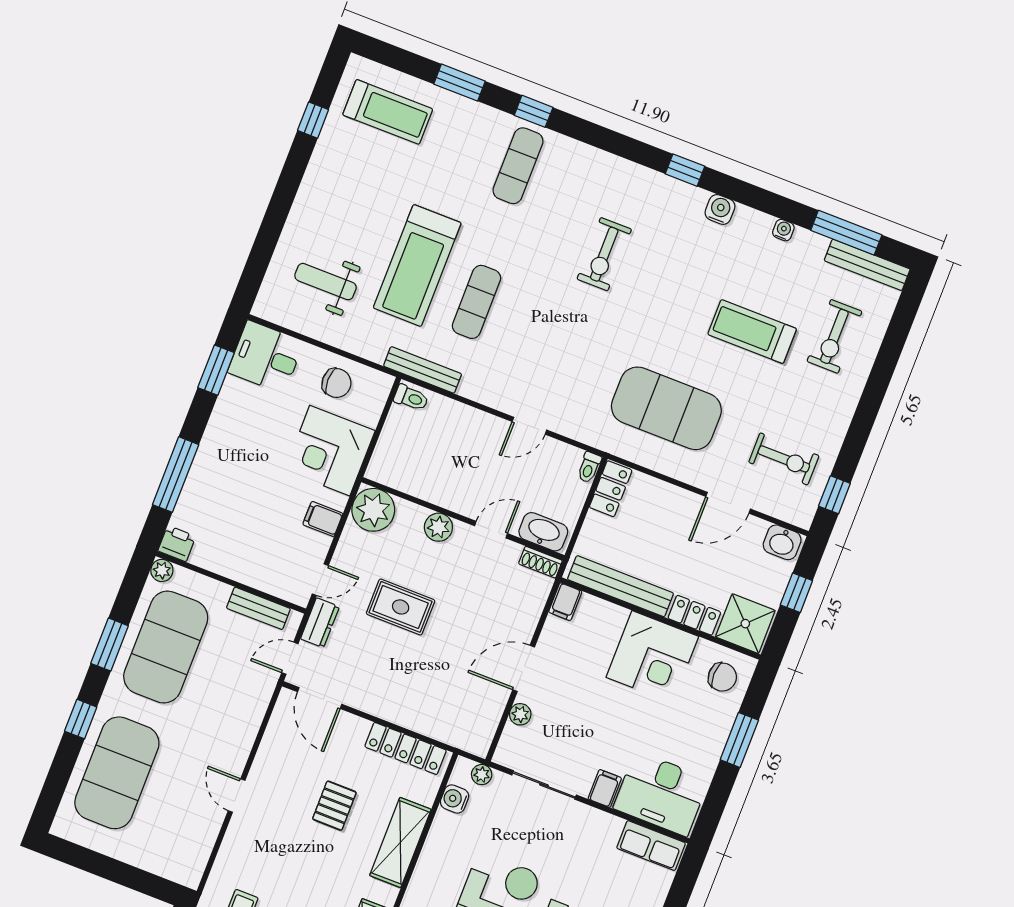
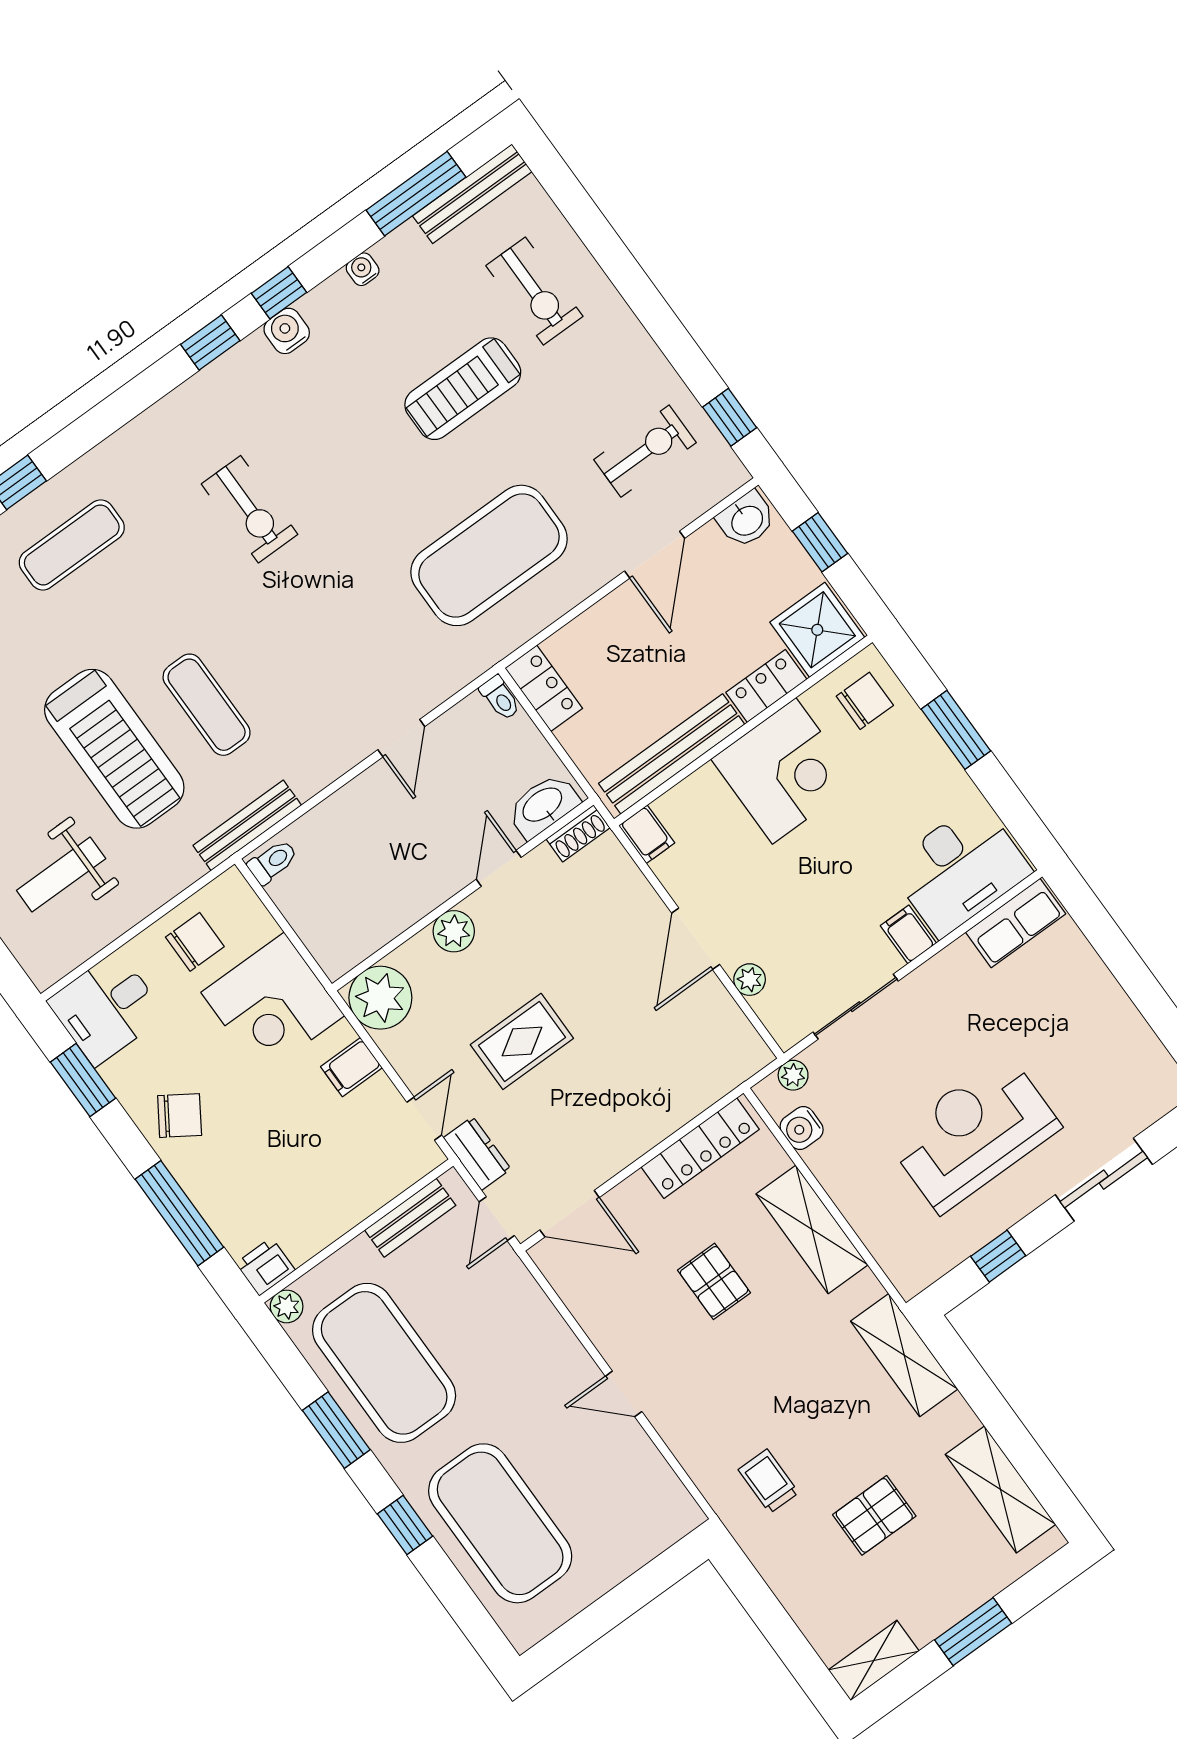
exercise mat: (518, 166) -> (72, 545), turned 90
window: (739, 191) -> (279, 293), added
chair: (231, 439) -> (180, 1116), added

